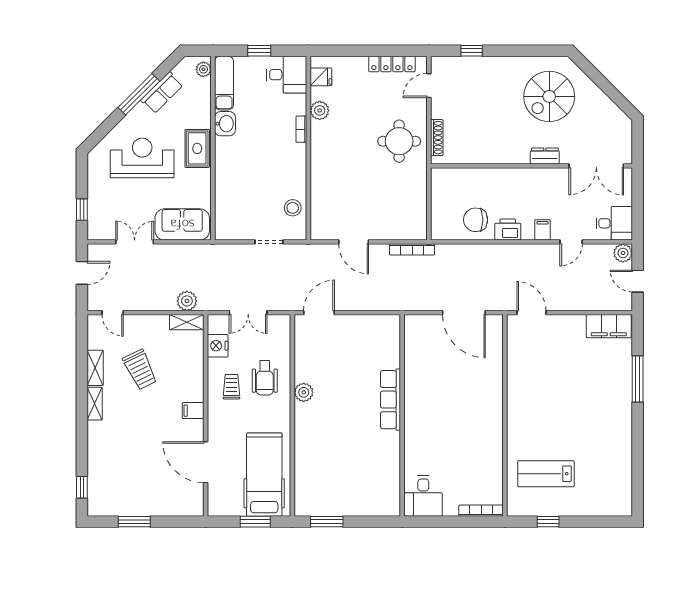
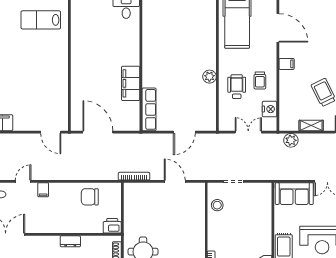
dresser: (545, 156) -> (70, 241), moved
chair: (476, 220) -> (90, 197), turned 180
printer: (508, 230) -> (112, 226), moved, turned 180
door: (319, 313) -> (184, 132), moved
shelving: (187, 322) -> (311, 125), moved
filing cabinet: (417, 383) -> (131, 83), added
row of seats: (390, 400) -> (149, 109), moved
lab bench: (546, 474) -> (41, 20), turned 180

